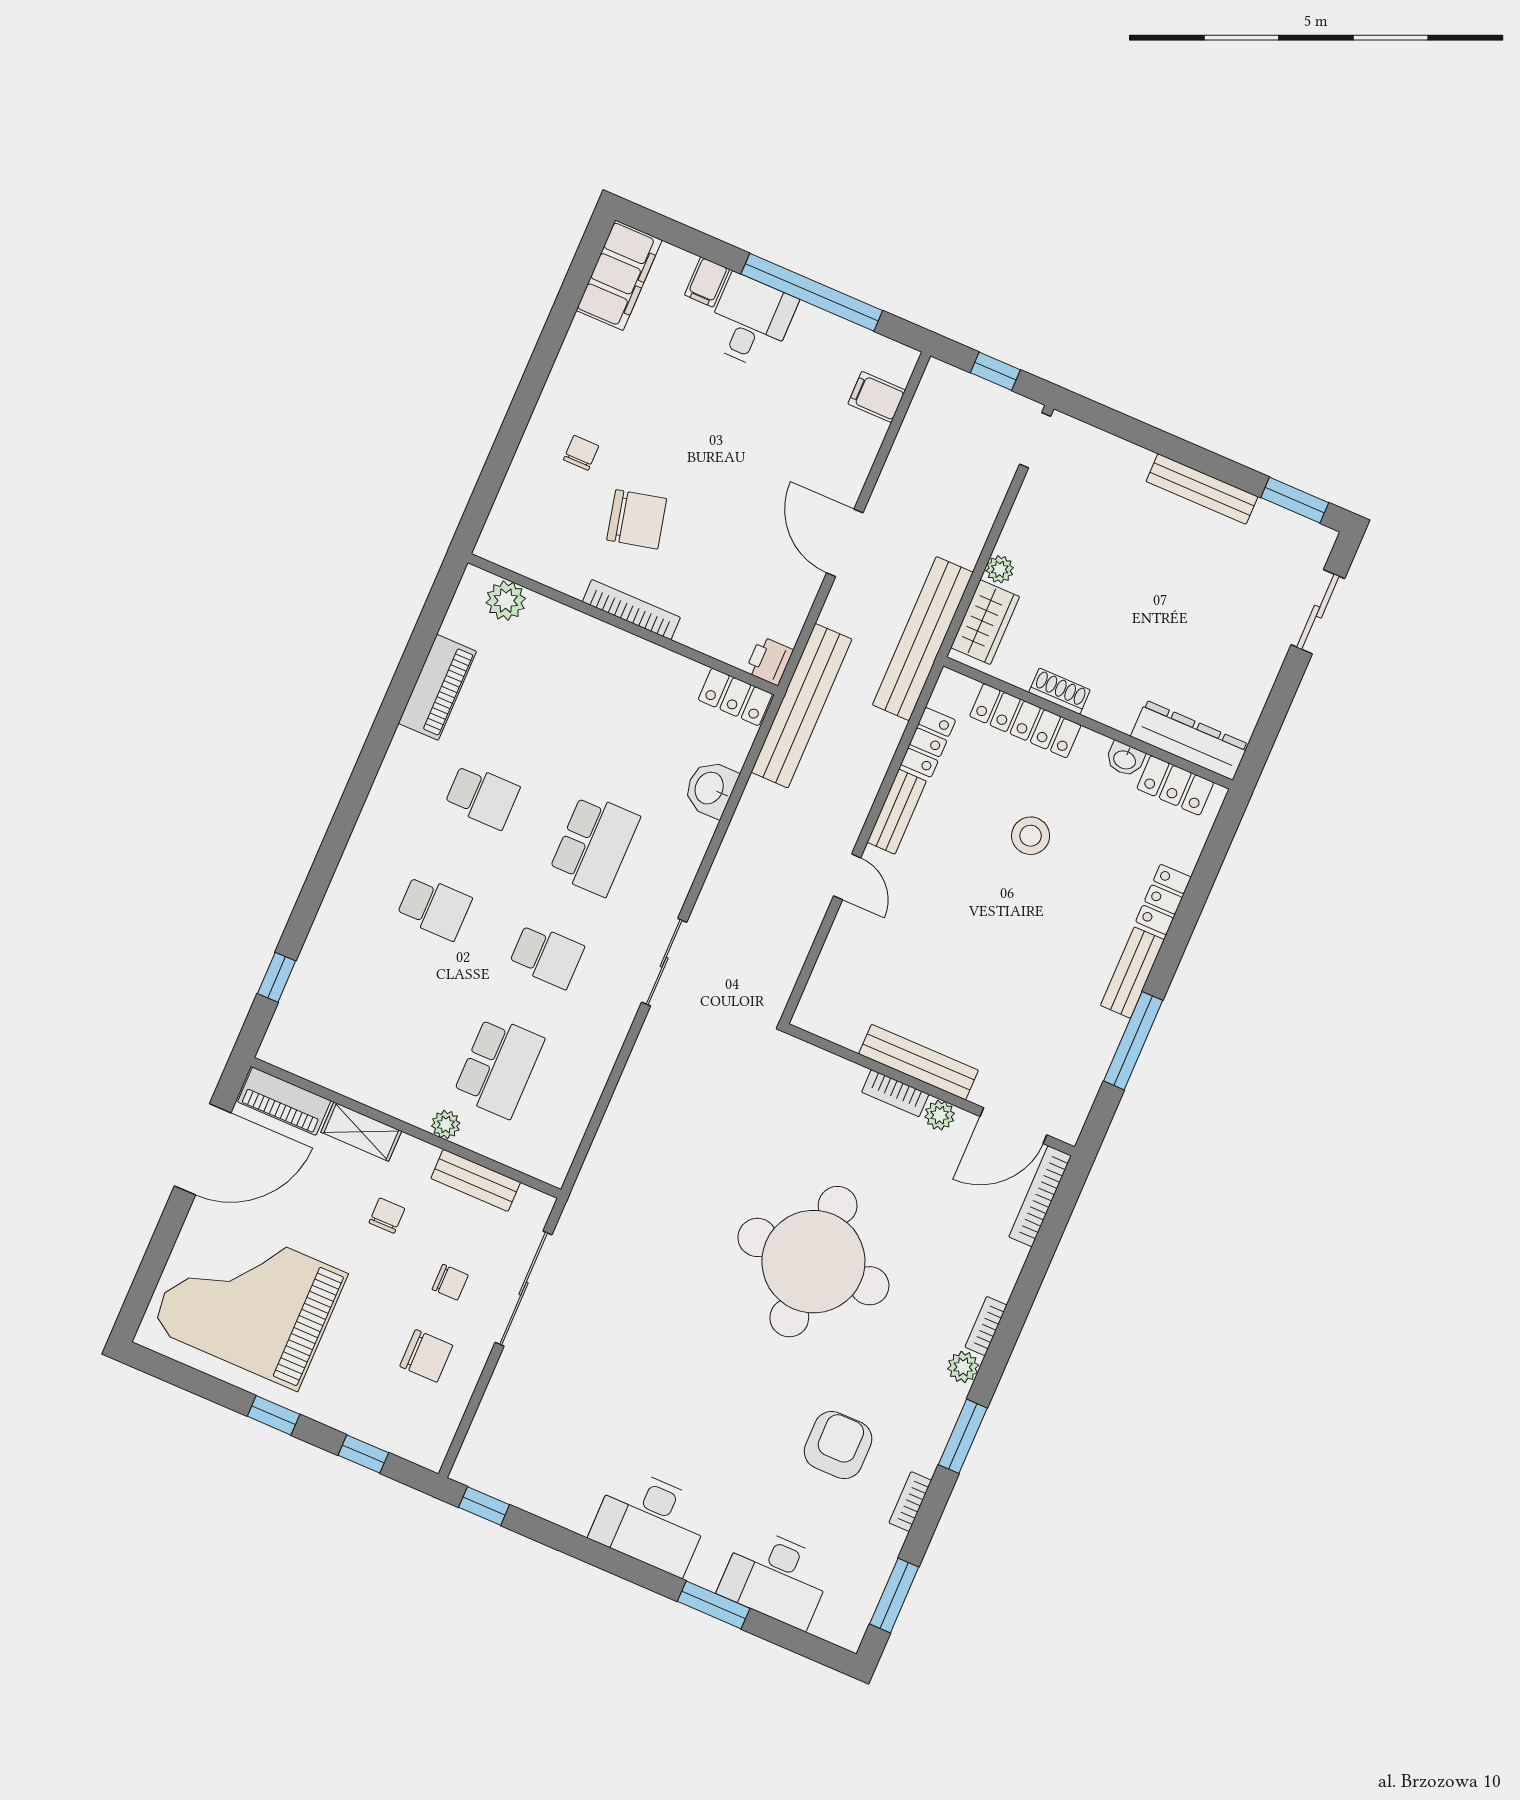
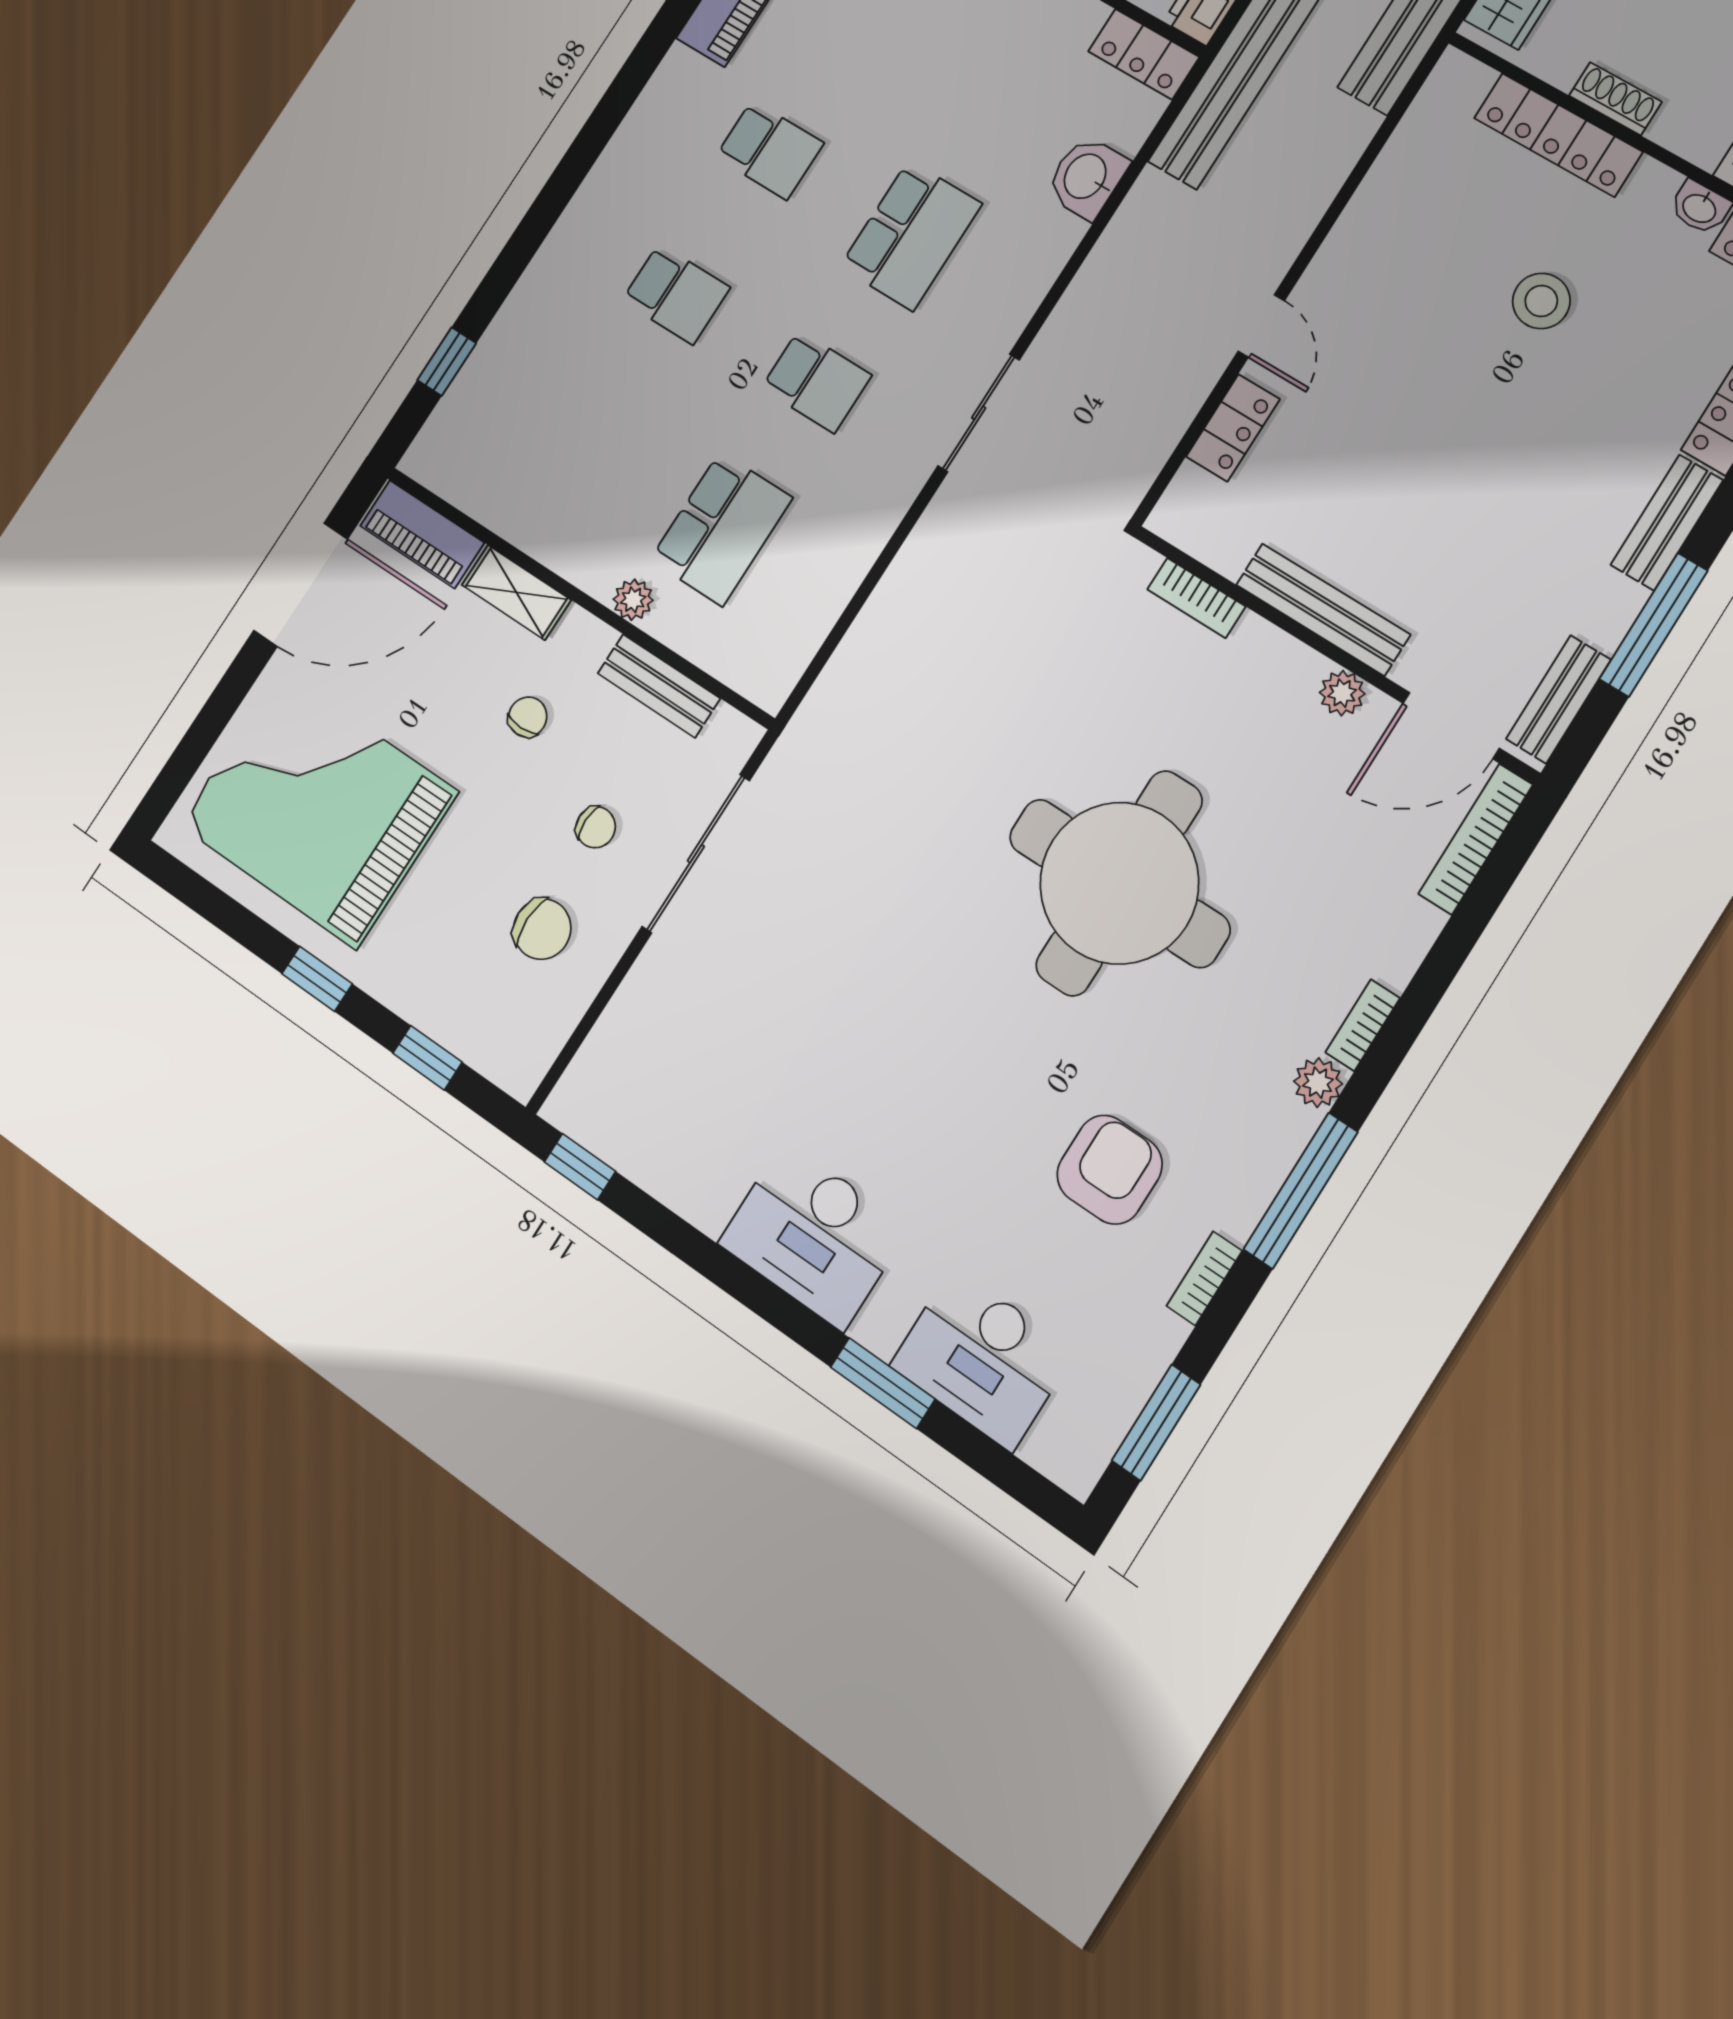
locker: (928, 742) -> (1233, 428), moved
bench: (897, 812) -> (1558, 699), moved
bookcase: (895, 1093) -> (1196, 598), moved
window: (963, 1436) -> (1301, 1191), width x1.44

